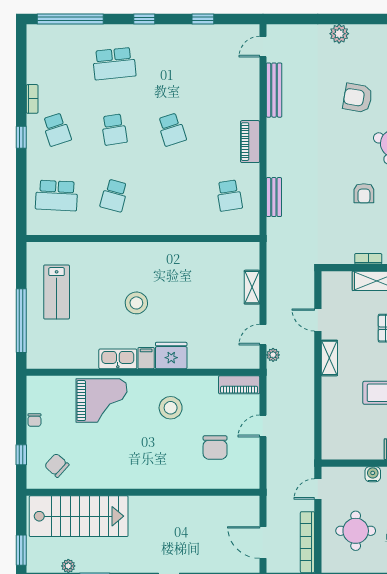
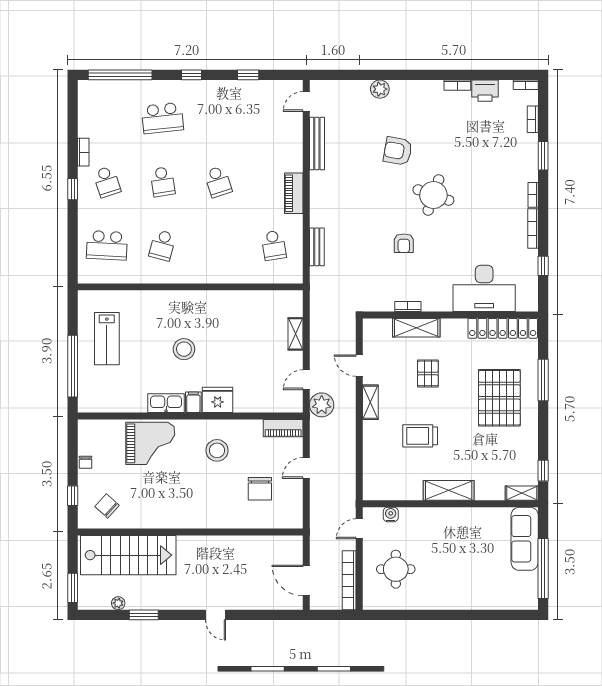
plant: (273, 355) -> (322, 405), width x1.88, depth x1.88
water cooler: (373, 474) -> (391, 515), moved

